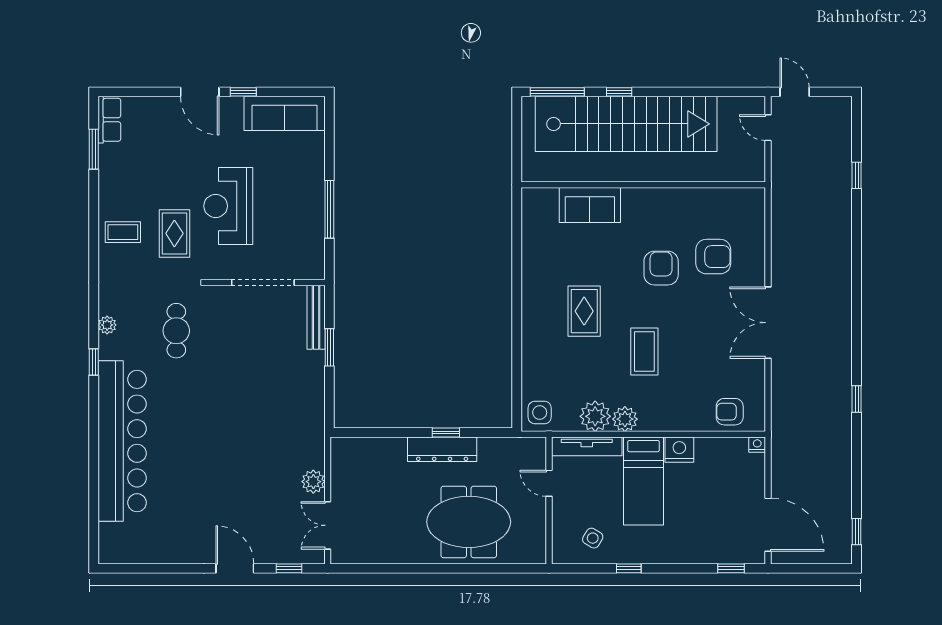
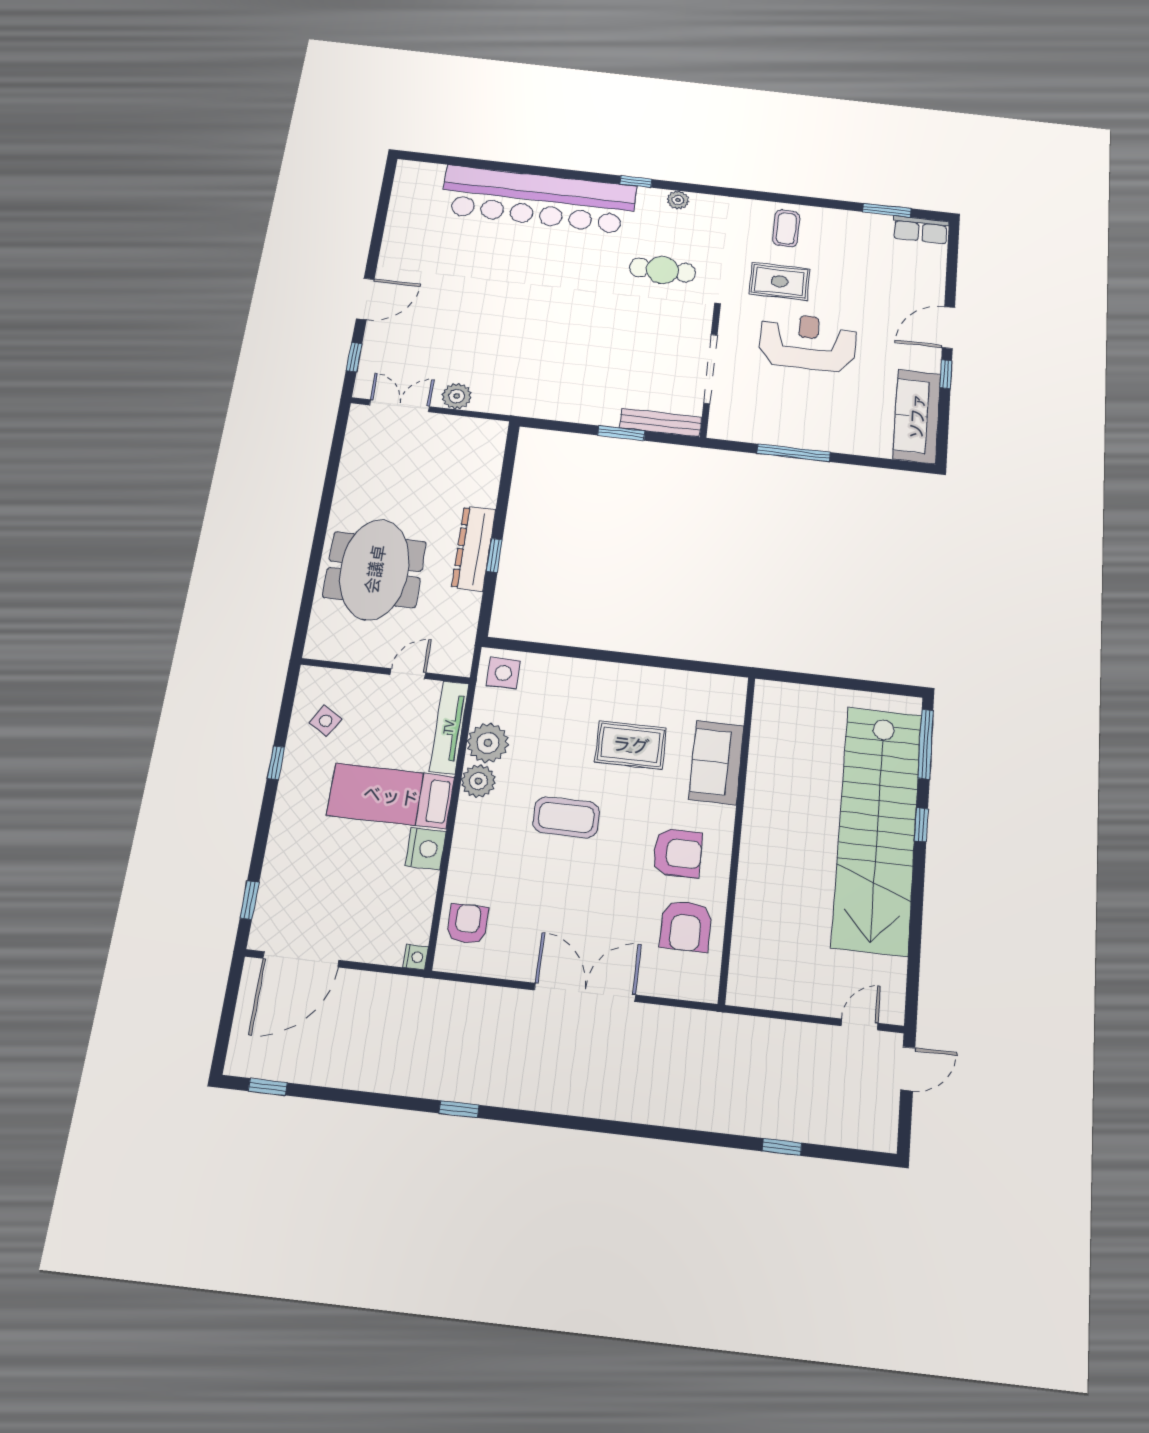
wall: (643, 185) -> (737, 836), moved
sofa: (590, 205) -> (716, 762), moved

